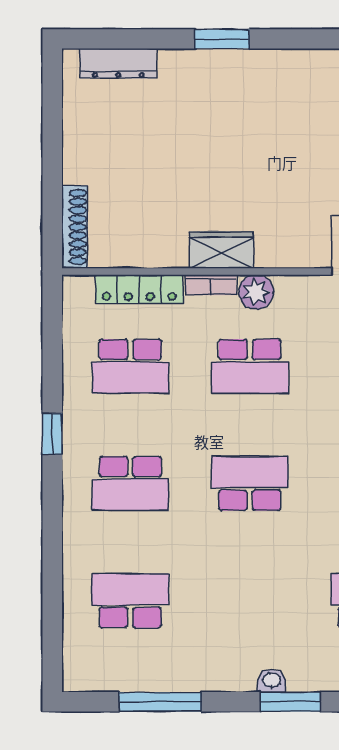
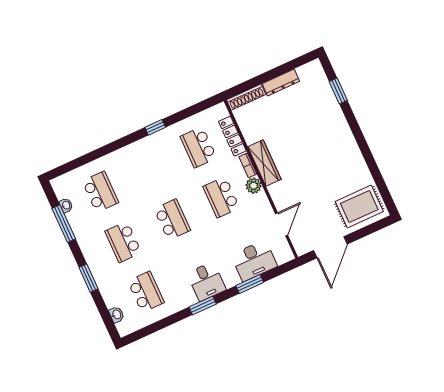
window: (222, 39) -> (338, 91), moved
dresser: (118, 63) -> (281, 82), moved, turned -90
wardrobe: (221, 250) -> (264, 163), width x1.50
school desk: (130, 483) -> (123, 242), moved
washbasin: (272, 681) -> (66, 205), moved

